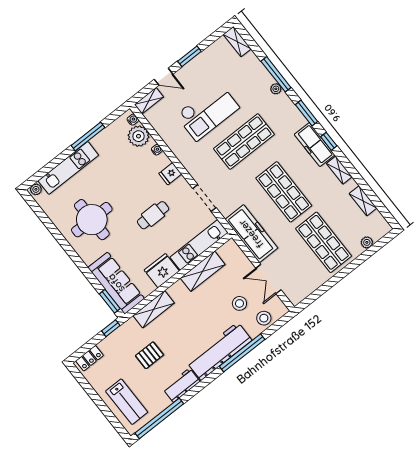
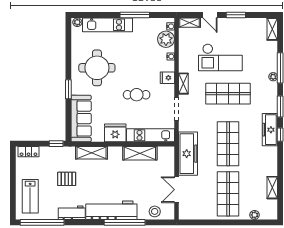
shelving: (339, 170) -> (183, 84), moved
window: (110, 301) -> (68, 89), moved
stool: (239, 303) -> (147, 191), removed

